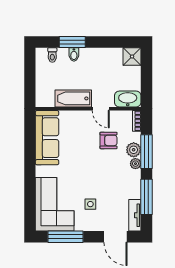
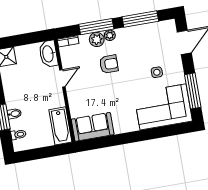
bathtub: (73, 98) -> (60, 126), moved
sofa: (47, 138) -> (93, 127), width x0.73
armchair: (109, 140) -> (109, 64), moved, turned 90
tv unit: (135, 215) -> (160, 27), removed

